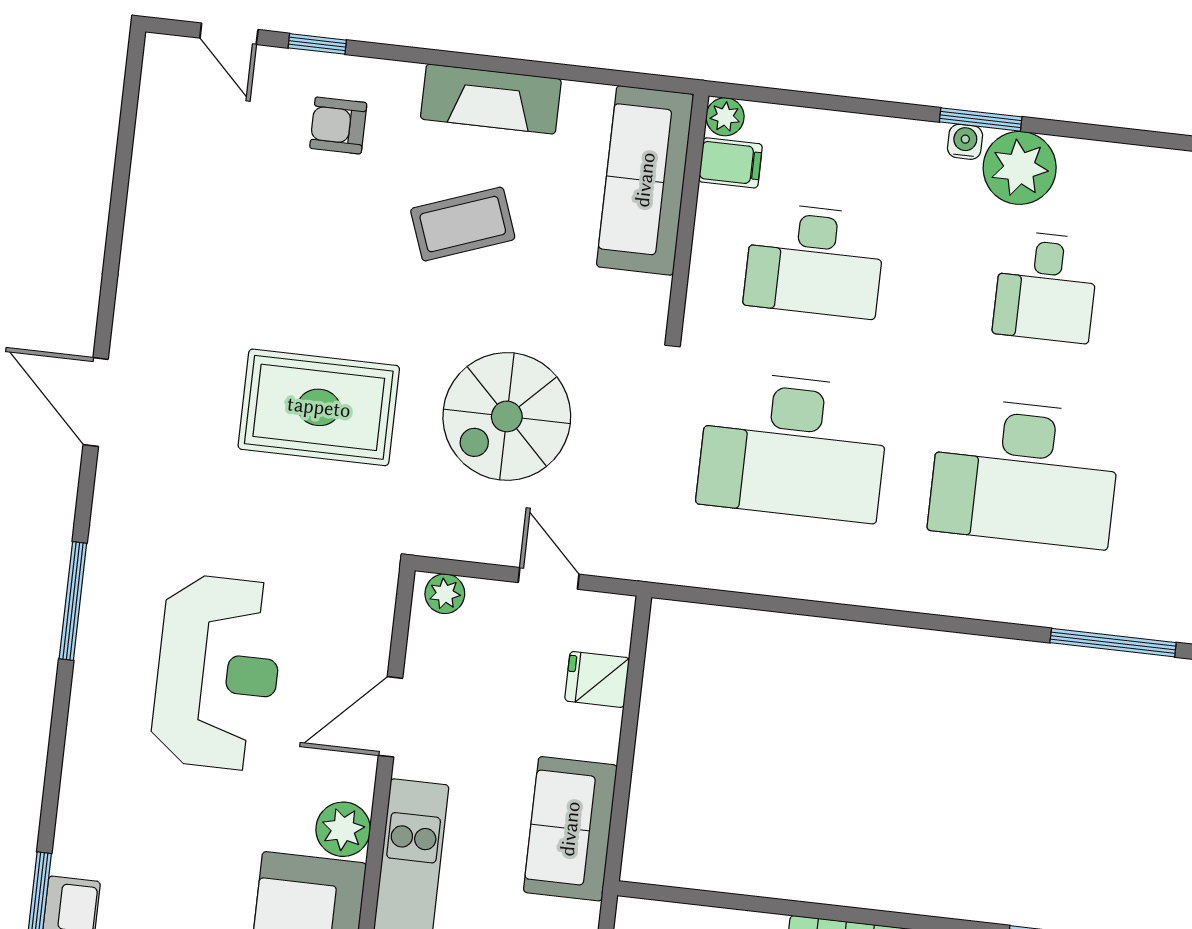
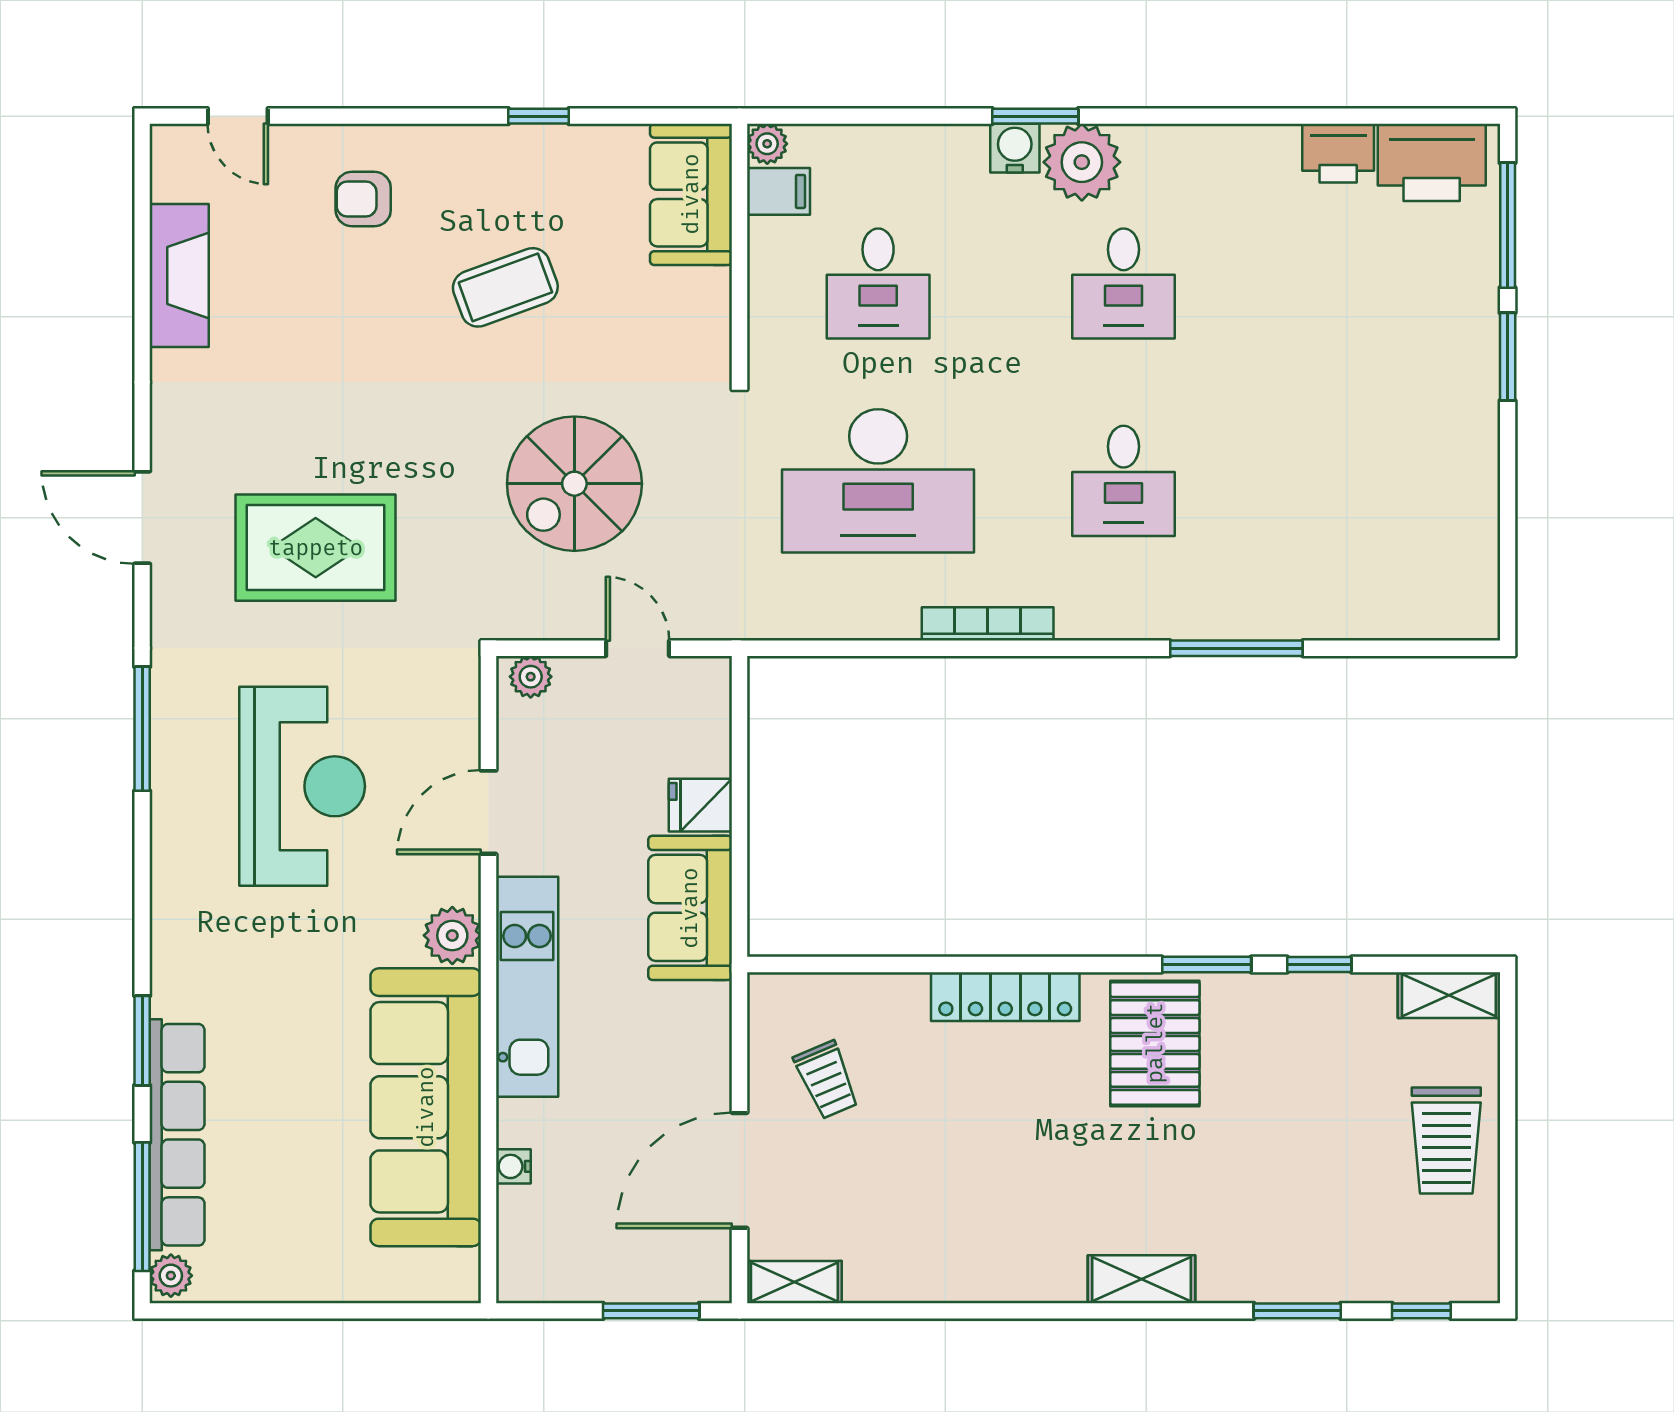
window: (317, 44) -> (539, 116), moved
fireplace: (491, 99) -> (179, 275), moved, turned -90
water cooler: (965, 142) -> (1015, 148), width x1.38, depth x1.38
sofa: (645, 180) -> (691, 194), width x0.73
desk: (815, 260) -> (878, 284), width x0.73
rug: (319, 407) -> (316, 548), moved
desk: (1025, 473) -> (1124, 481), width x0.53, depth x0.77
bookcase: (881, 593) -> (988, 624), added
fridge: (597, 679) -> (700, 805), moved

